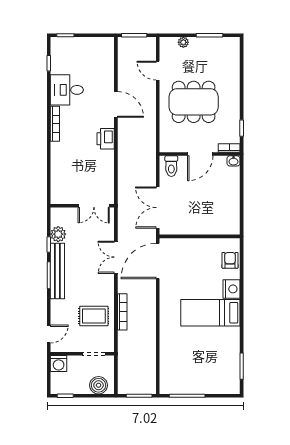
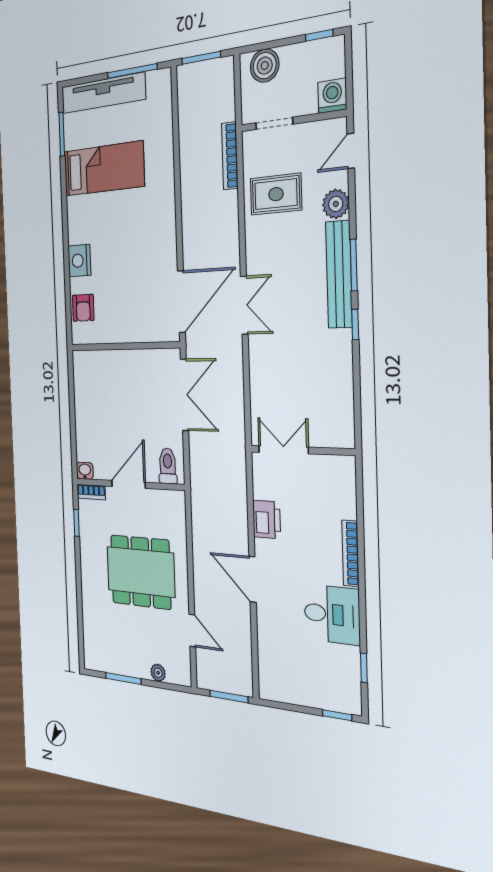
wall: (82, 206) -> (302, 450), moved
double door: (94, 206) -> (283, 450), moved
plant: (58, 234) -> (336, 204), moved
bookcase: (122, 312) -> (230, 156), moved
bed: (210, 313) -> (104, 169), moved
tv unit: (209, 386) -> (103, 93), added

